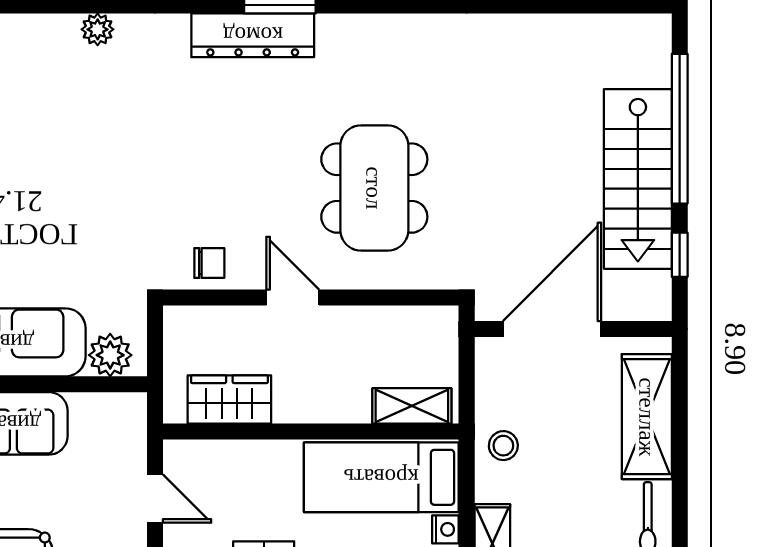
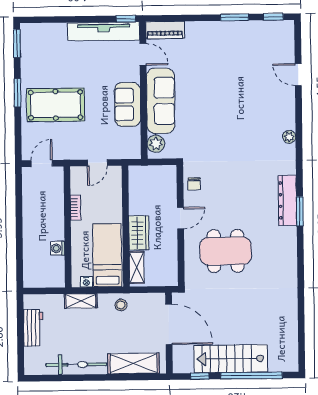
wardrobe: (229, 400) -> (139, 233), moved

